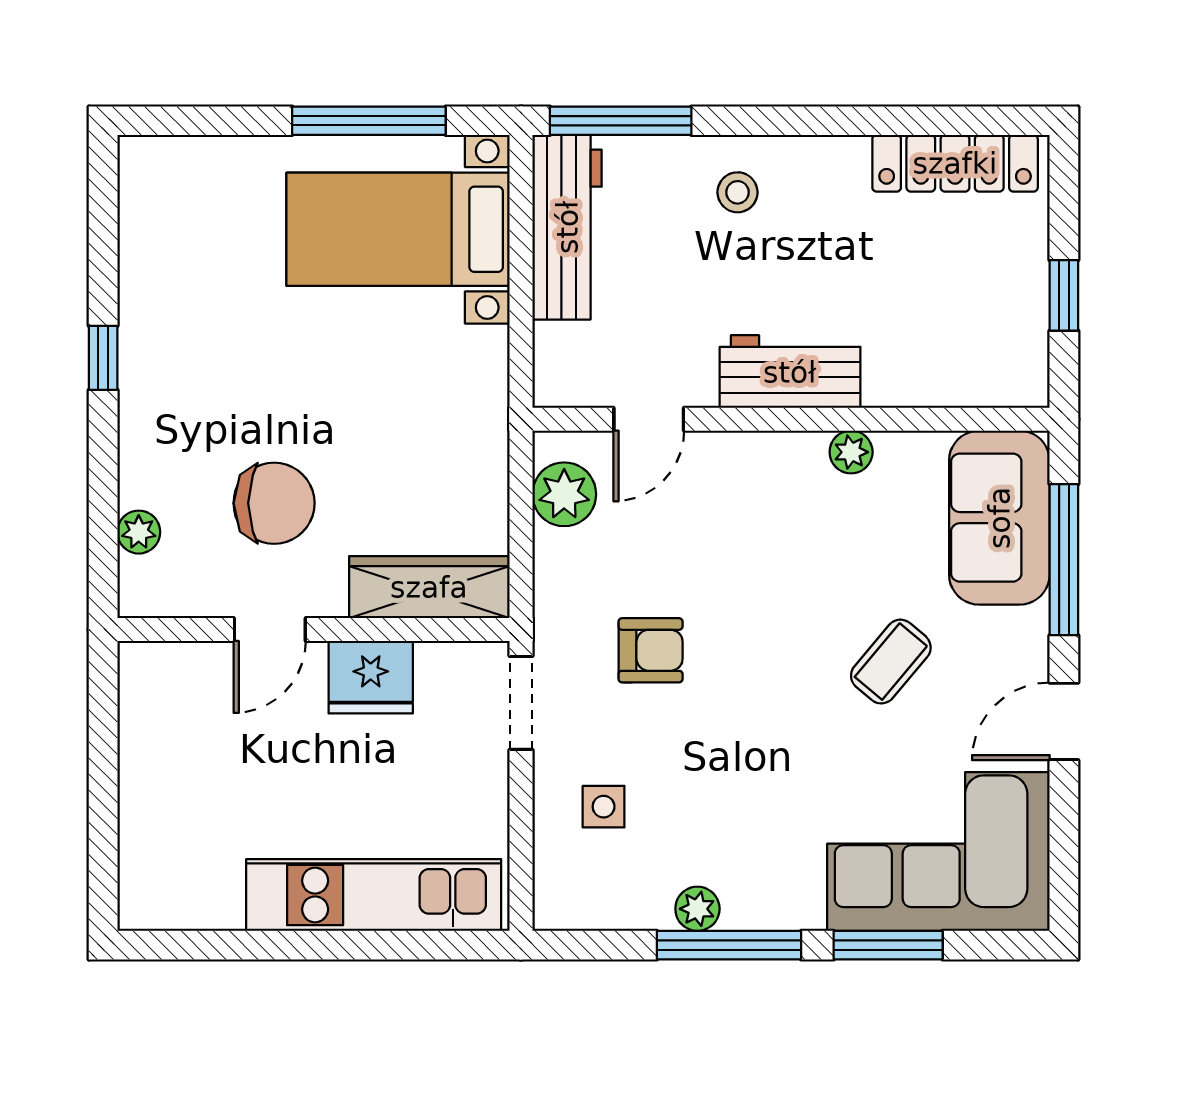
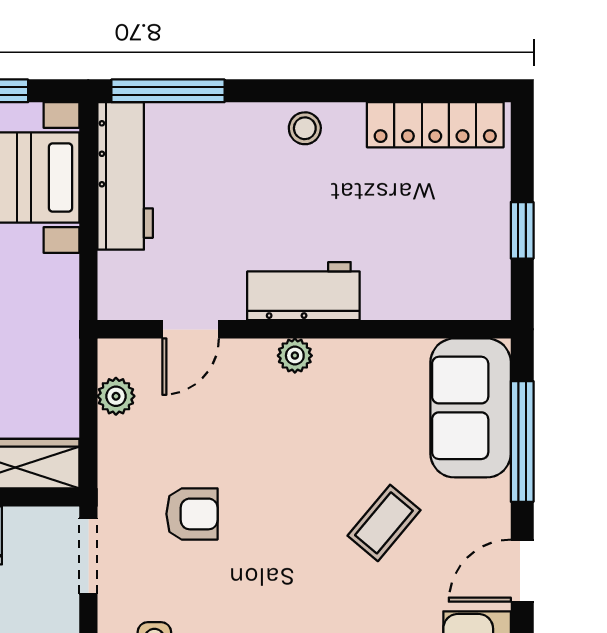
stool: (737, 192) -> (305, 128), moved
plant: (851, 452) -> (295, 356), moved
plant: (564, 494) -> (116, 396), width x0.73, depth x0.73

